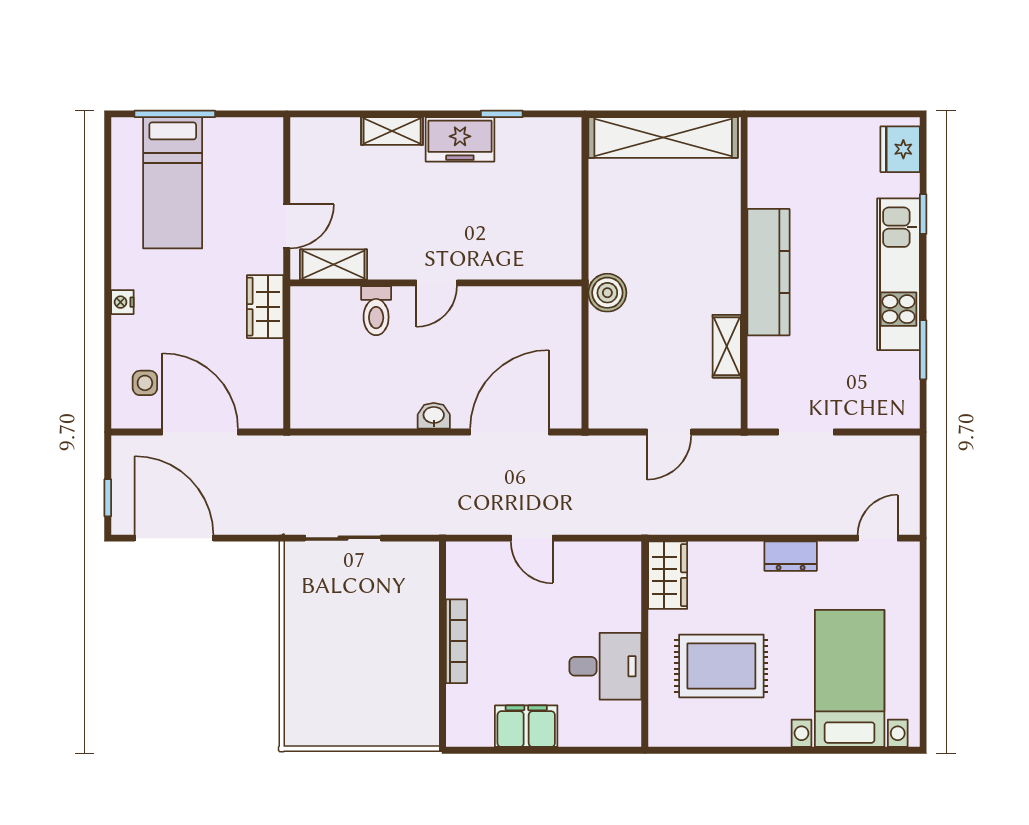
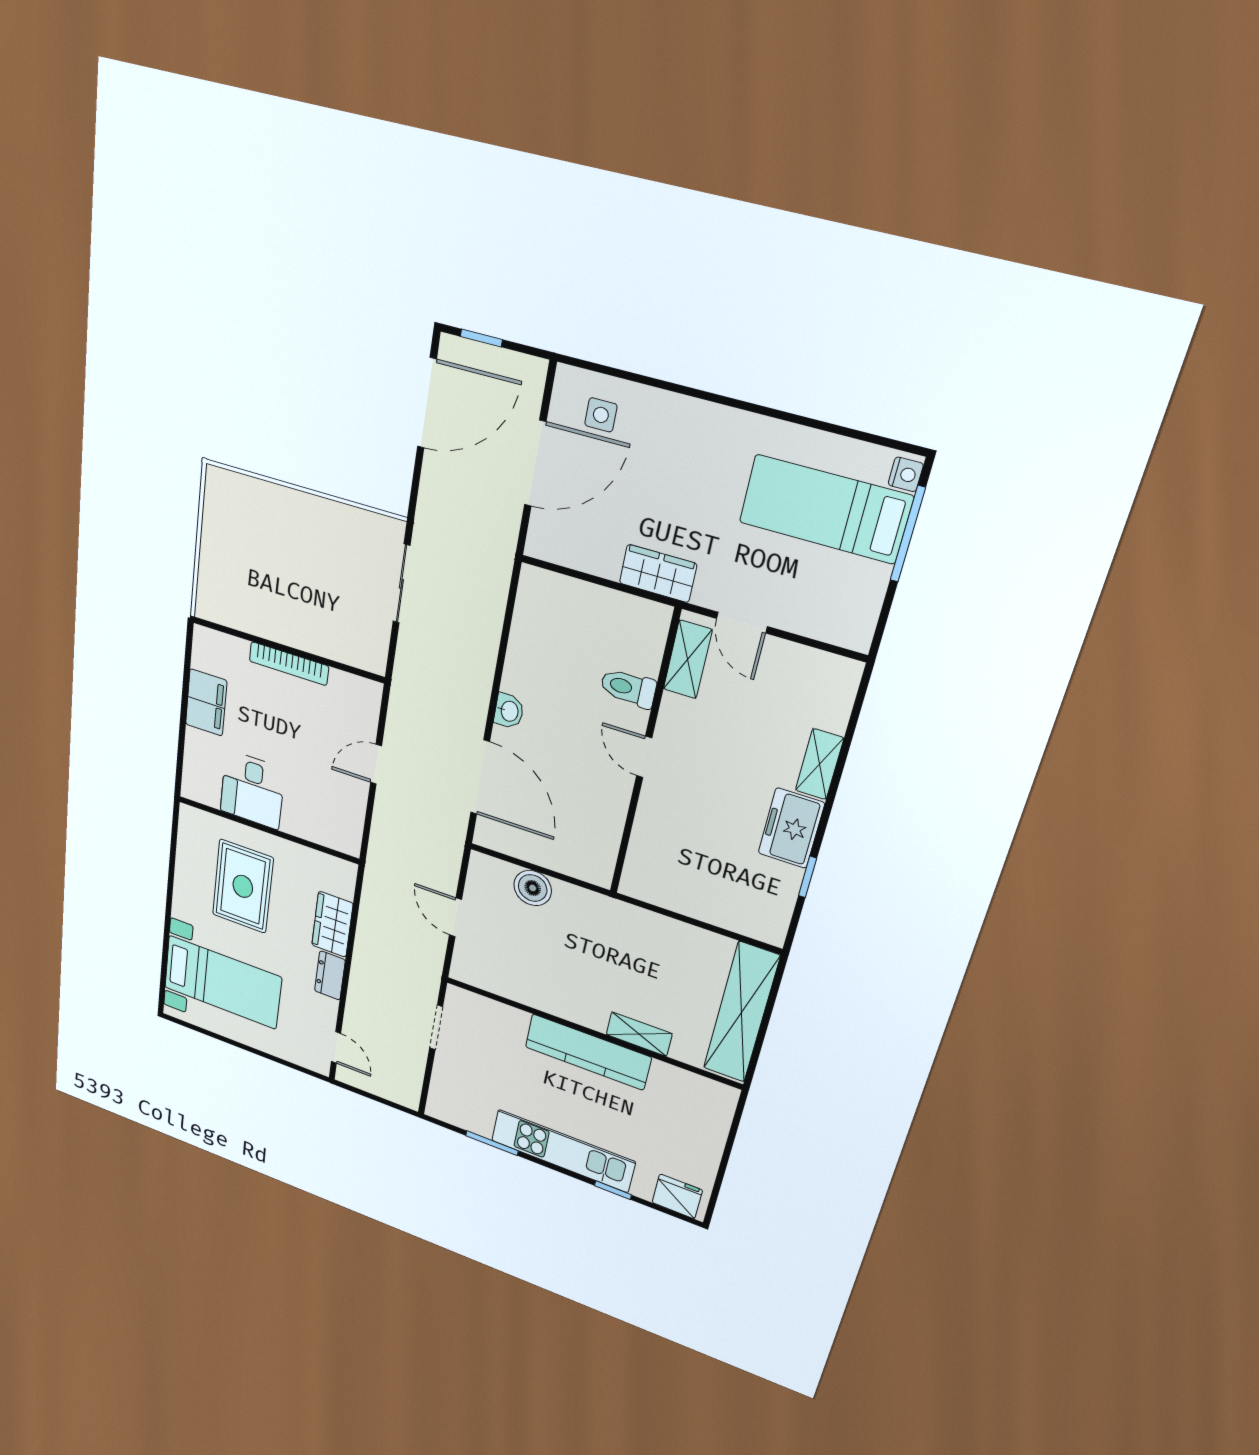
boiler: (607, 293) -> (533, 888), moved
nightstand: (122, 302) -> (906, 474), moved, turned 90
shelving: (727, 346) -> (639, 1034), moved
wardrobe: (668, 575) -> (332, 924), moved, turned 90

